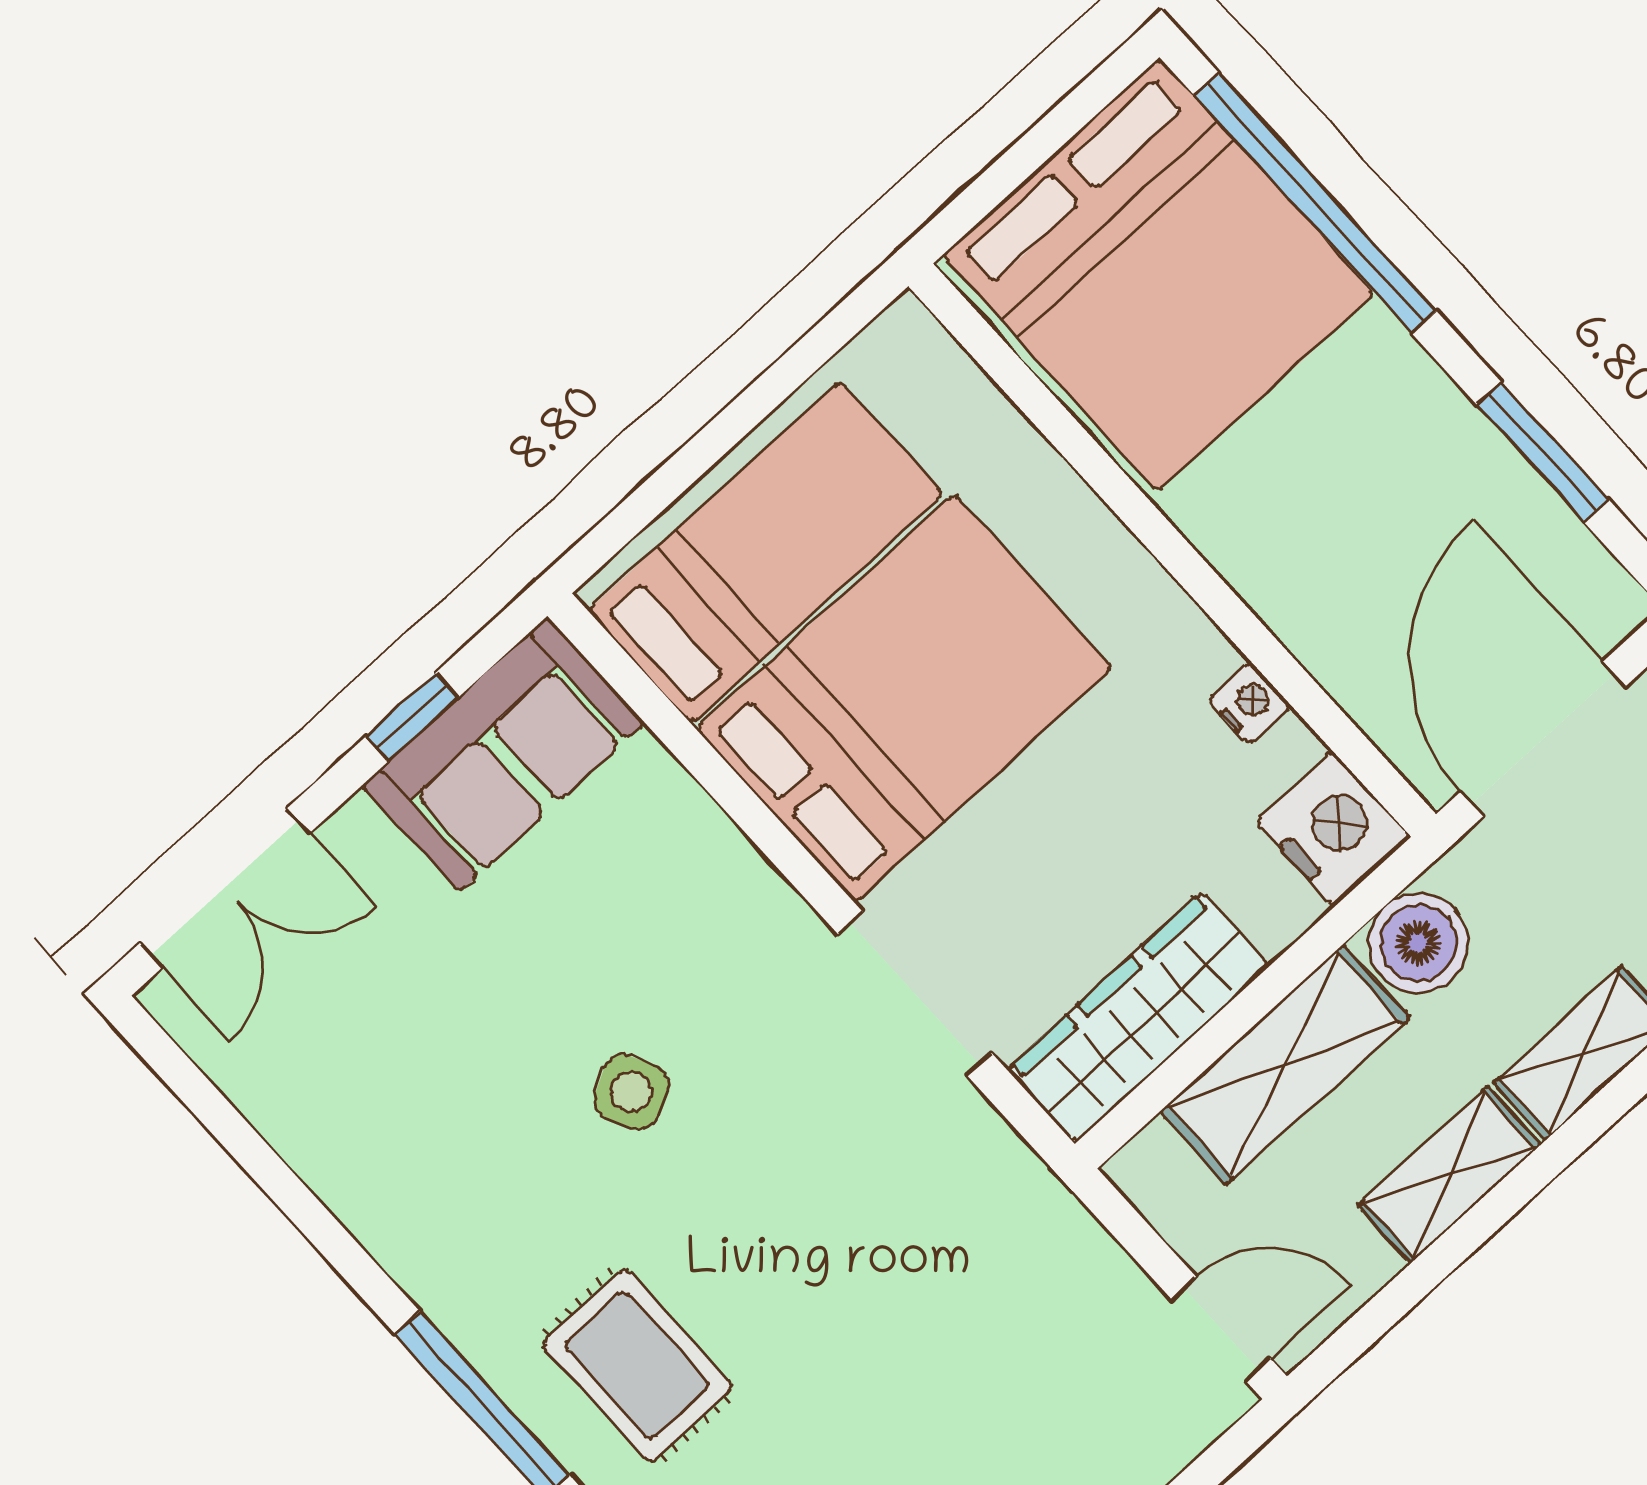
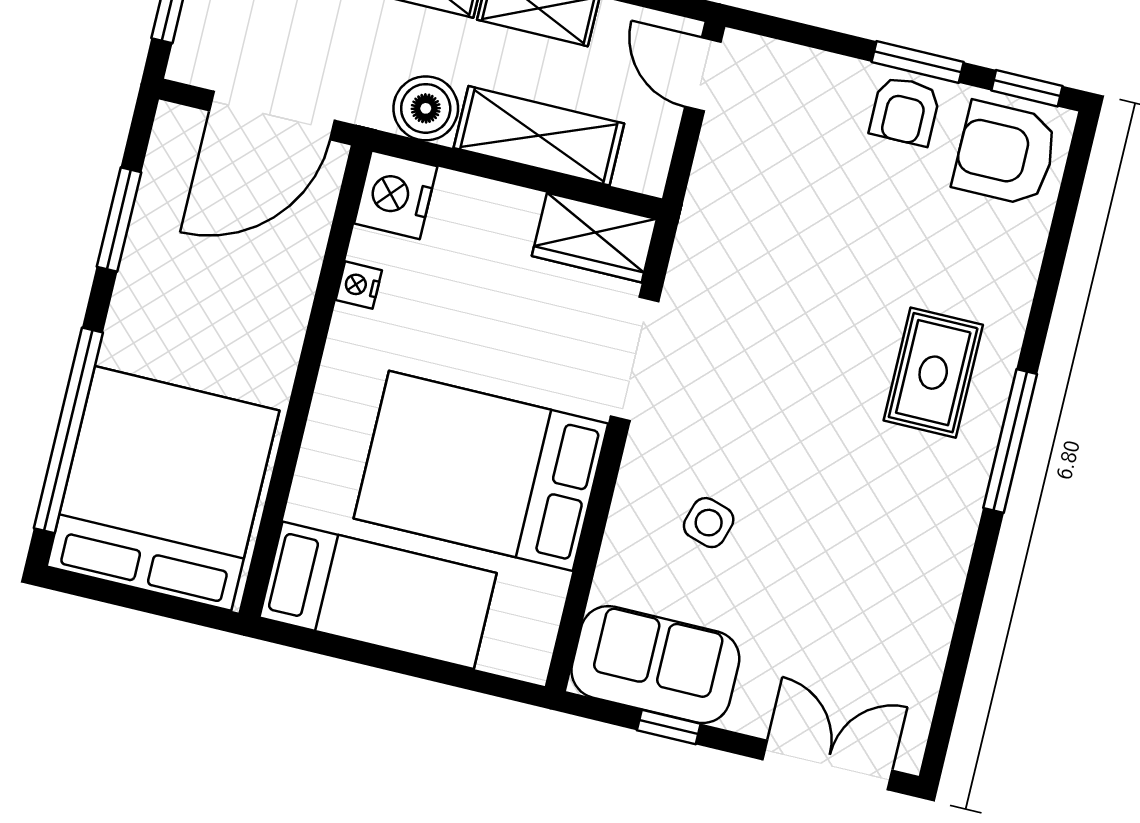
bed: (766, 552) -> (378, 595), moved, turned 180
wardrobe: (1138, 1018) -> (594, 238), width x0.67
side table: (631, 1092) -> (709, 523), moved, turned 45

